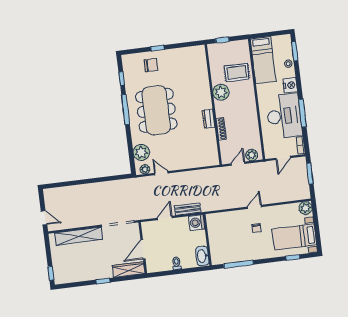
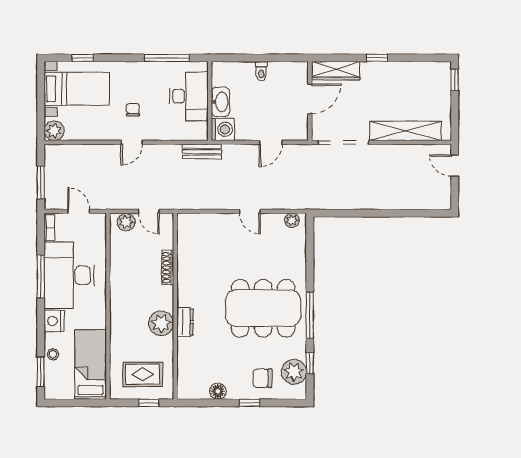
floor lamp: (179, 53) -> (218, 391), added
rug: (237, 73) -> (143, 374), moved
dining table: (156, 110) -> (263, 308), turned 90
dresser: (208, 119) -> (185, 322), moved
plant: (141, 152) -> (294, 372), moved
door: (283, 158) -> (79, 211), hinge flipped
door: (238, 164) -> (149, 211), hinge flipped
door: (161, 173) -> (250, 211), moved
bench: (187, 209) -> (202, 152), moved
desk: (221, 241) -> (189, 96), added
washbasin: (202, 256) -> (221, 102), moved

